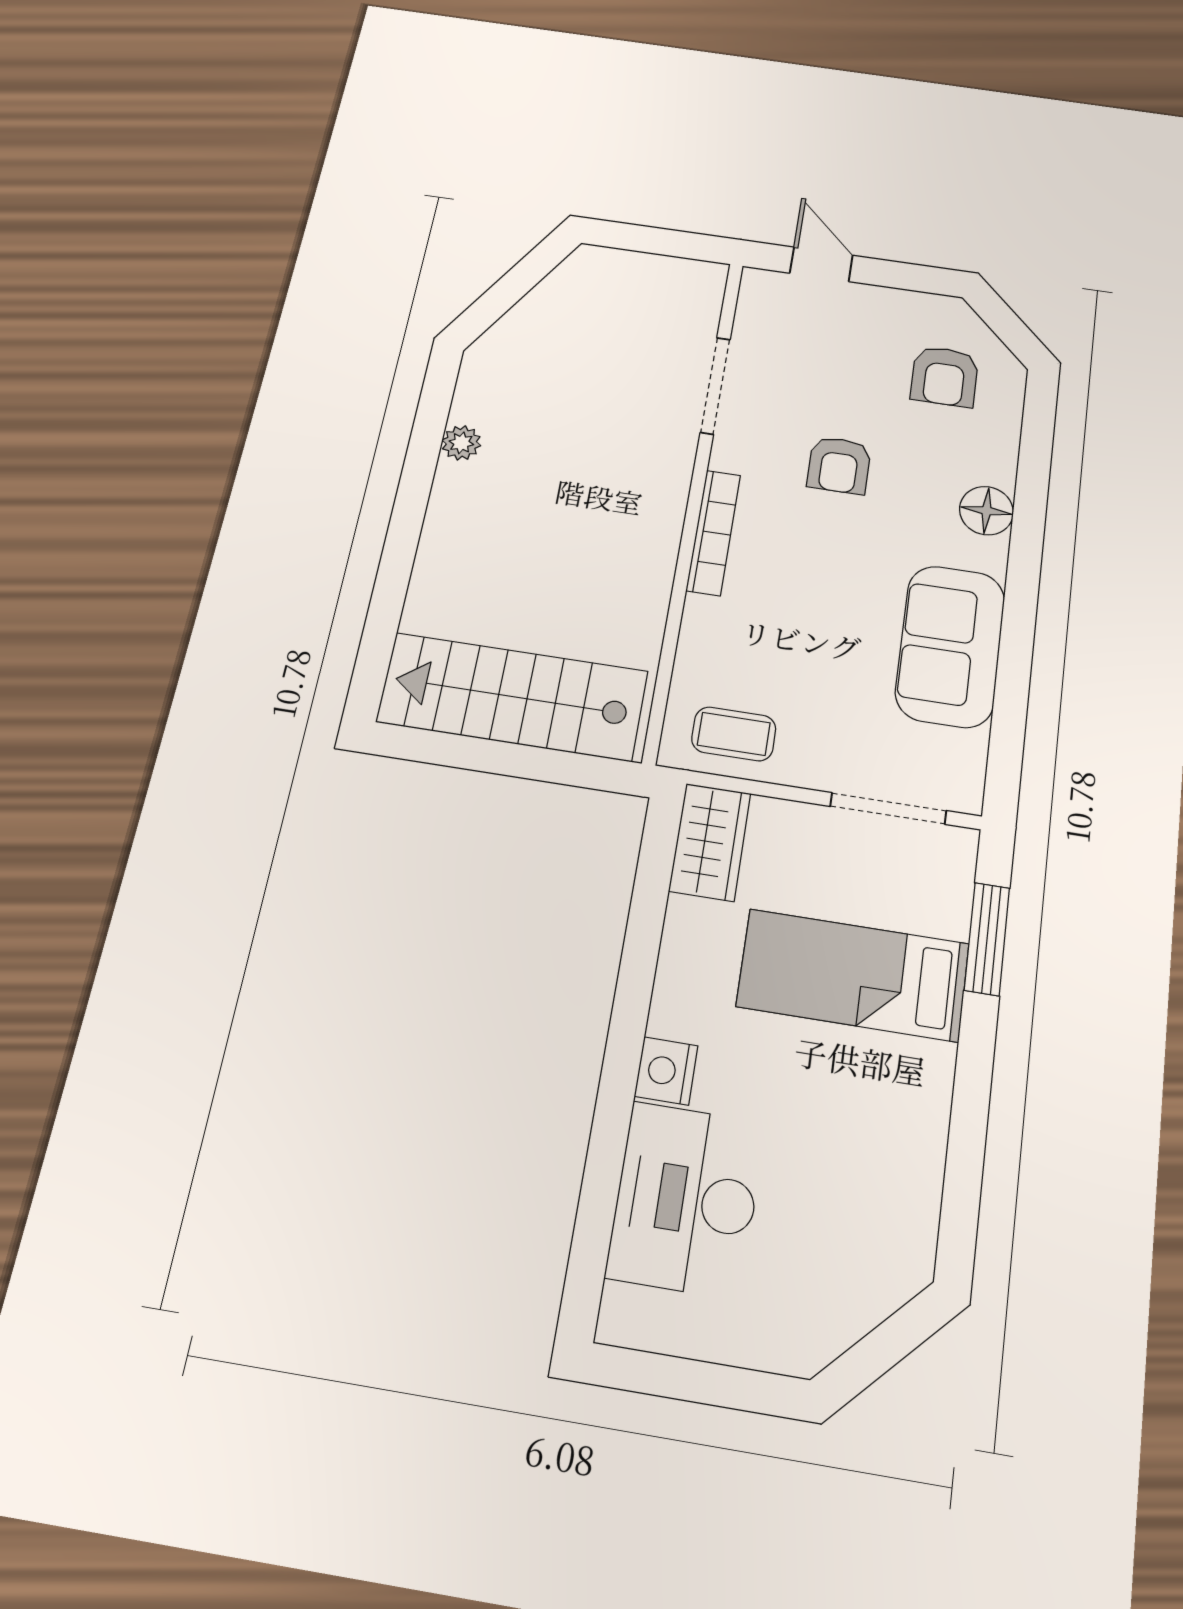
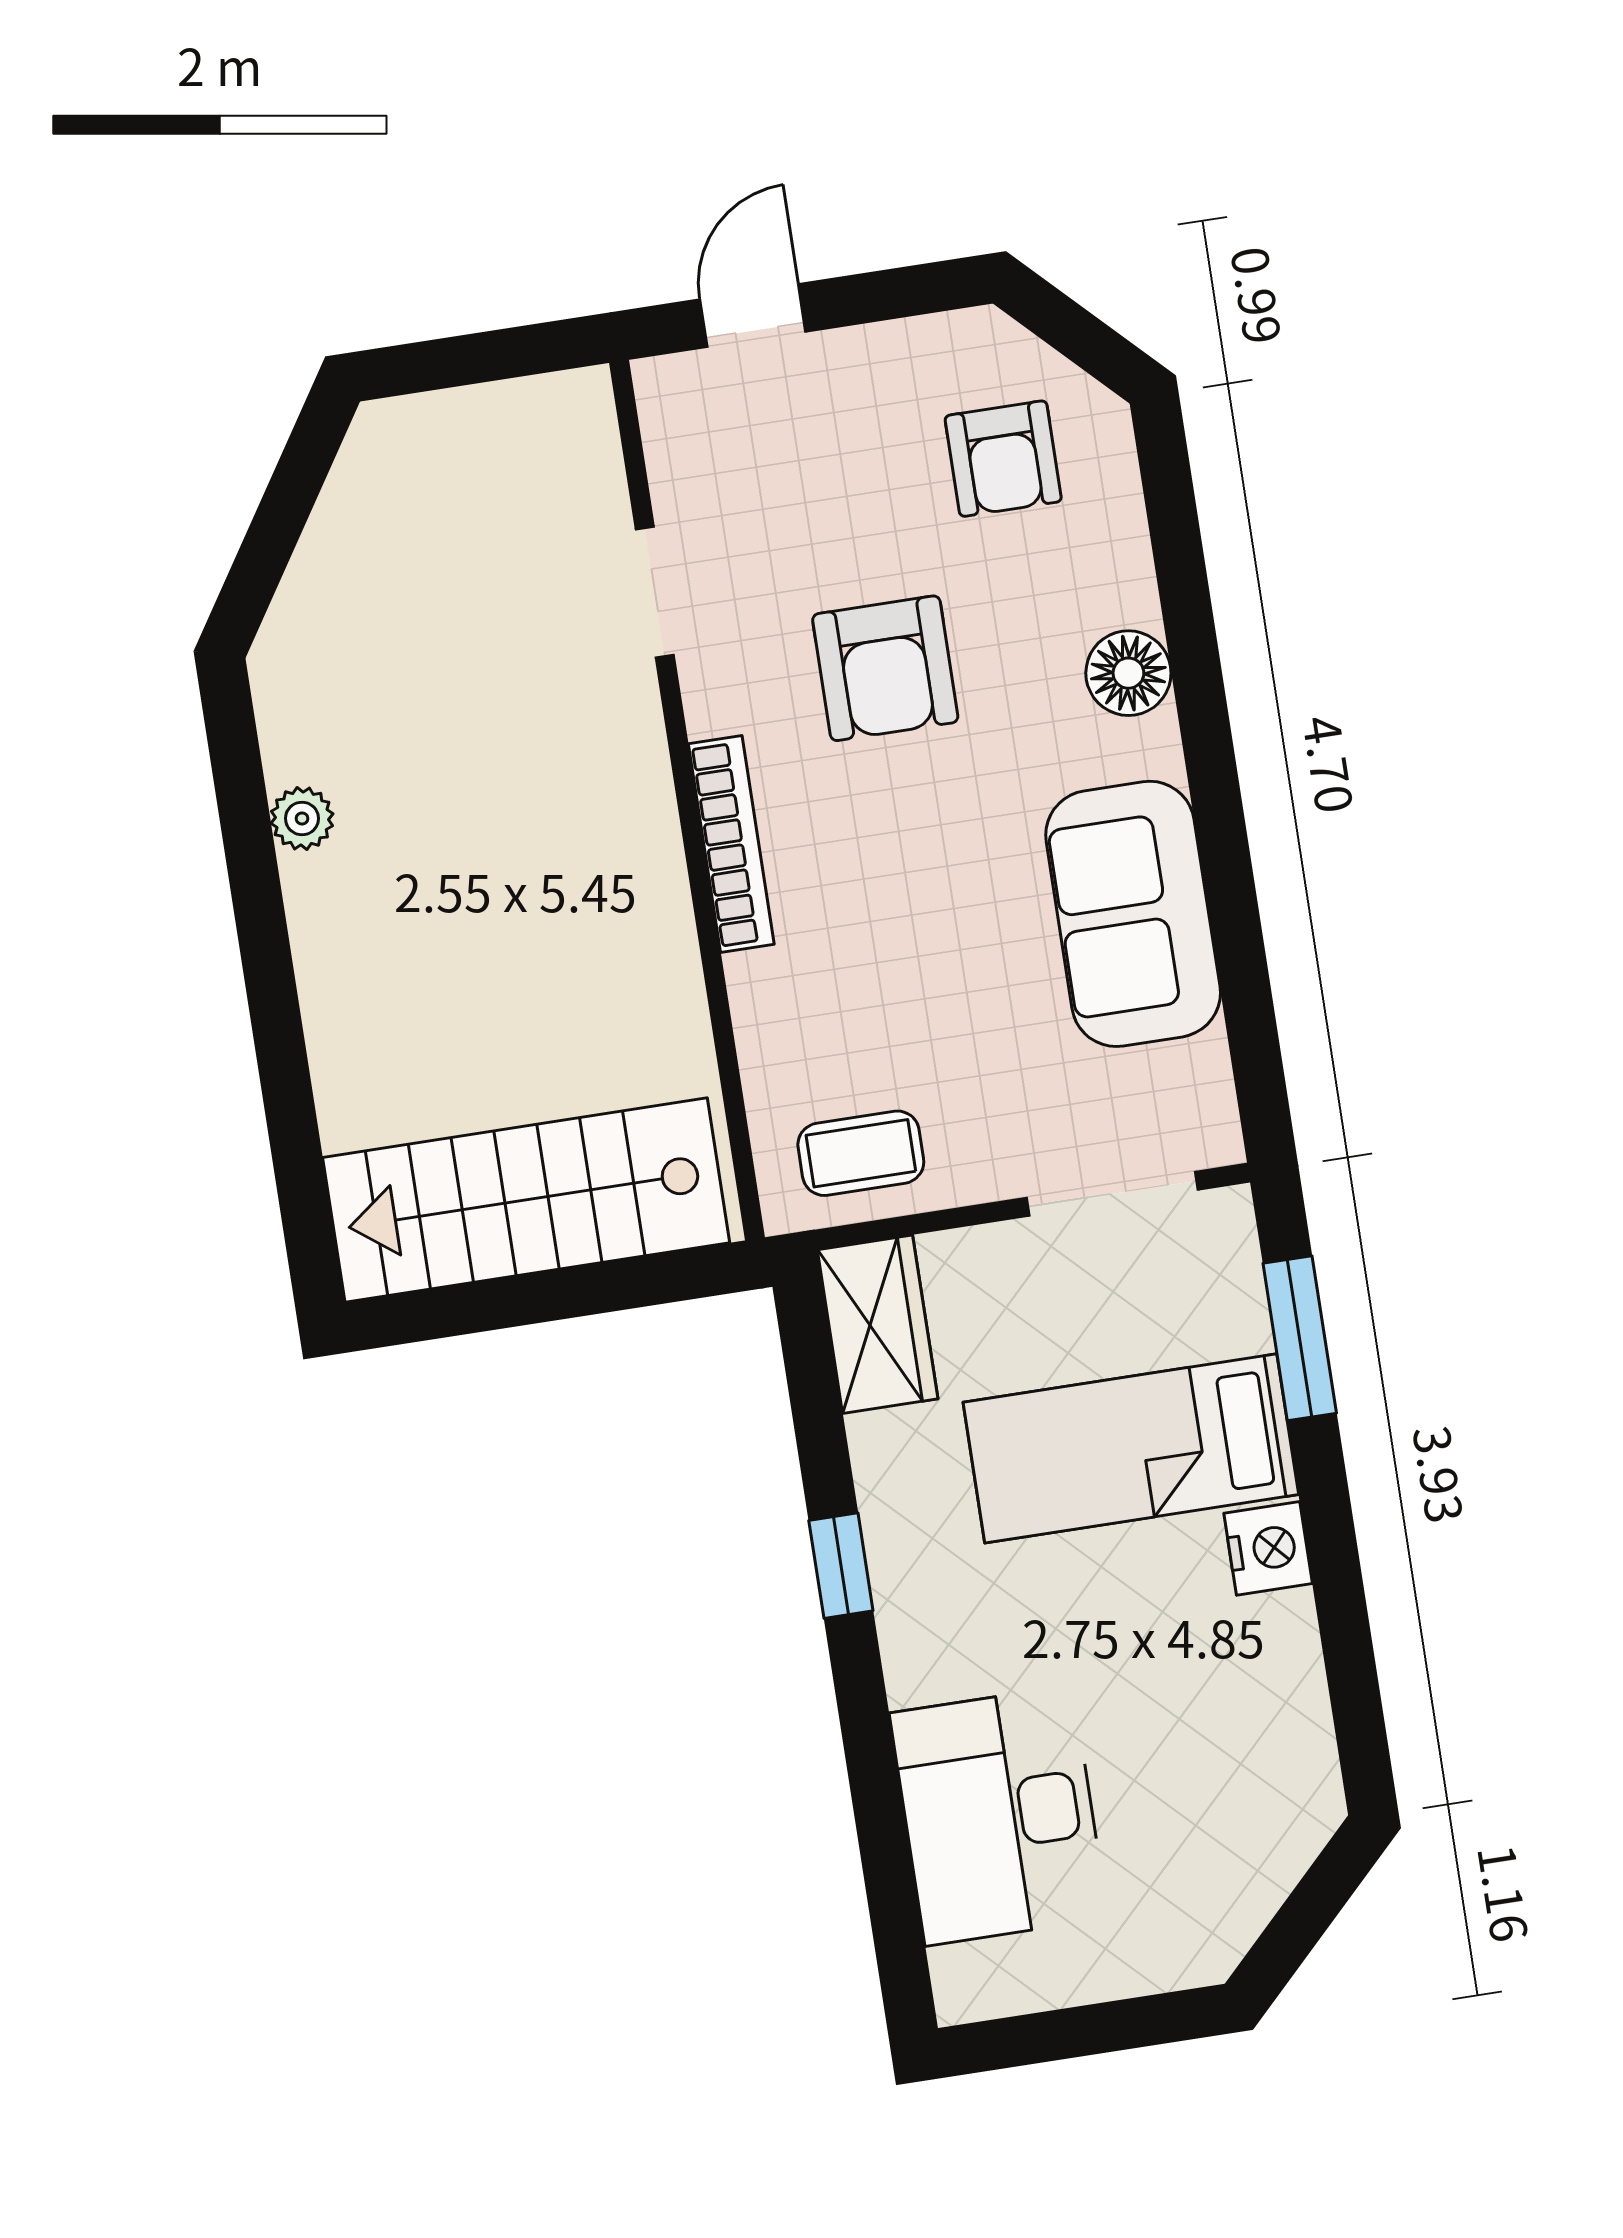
door: (821, 264) -> (753, 315), hinge flipped
doorway: (715, 386) -> (655, 592), width x0.73
armchair: (839, 465) -> (885, 668), width x1.38, depth x1.38
window: (634, 990) -> (841, 1566), added
nightstand: (666, 1071) -> (1268, 1548), moved, turned 180

